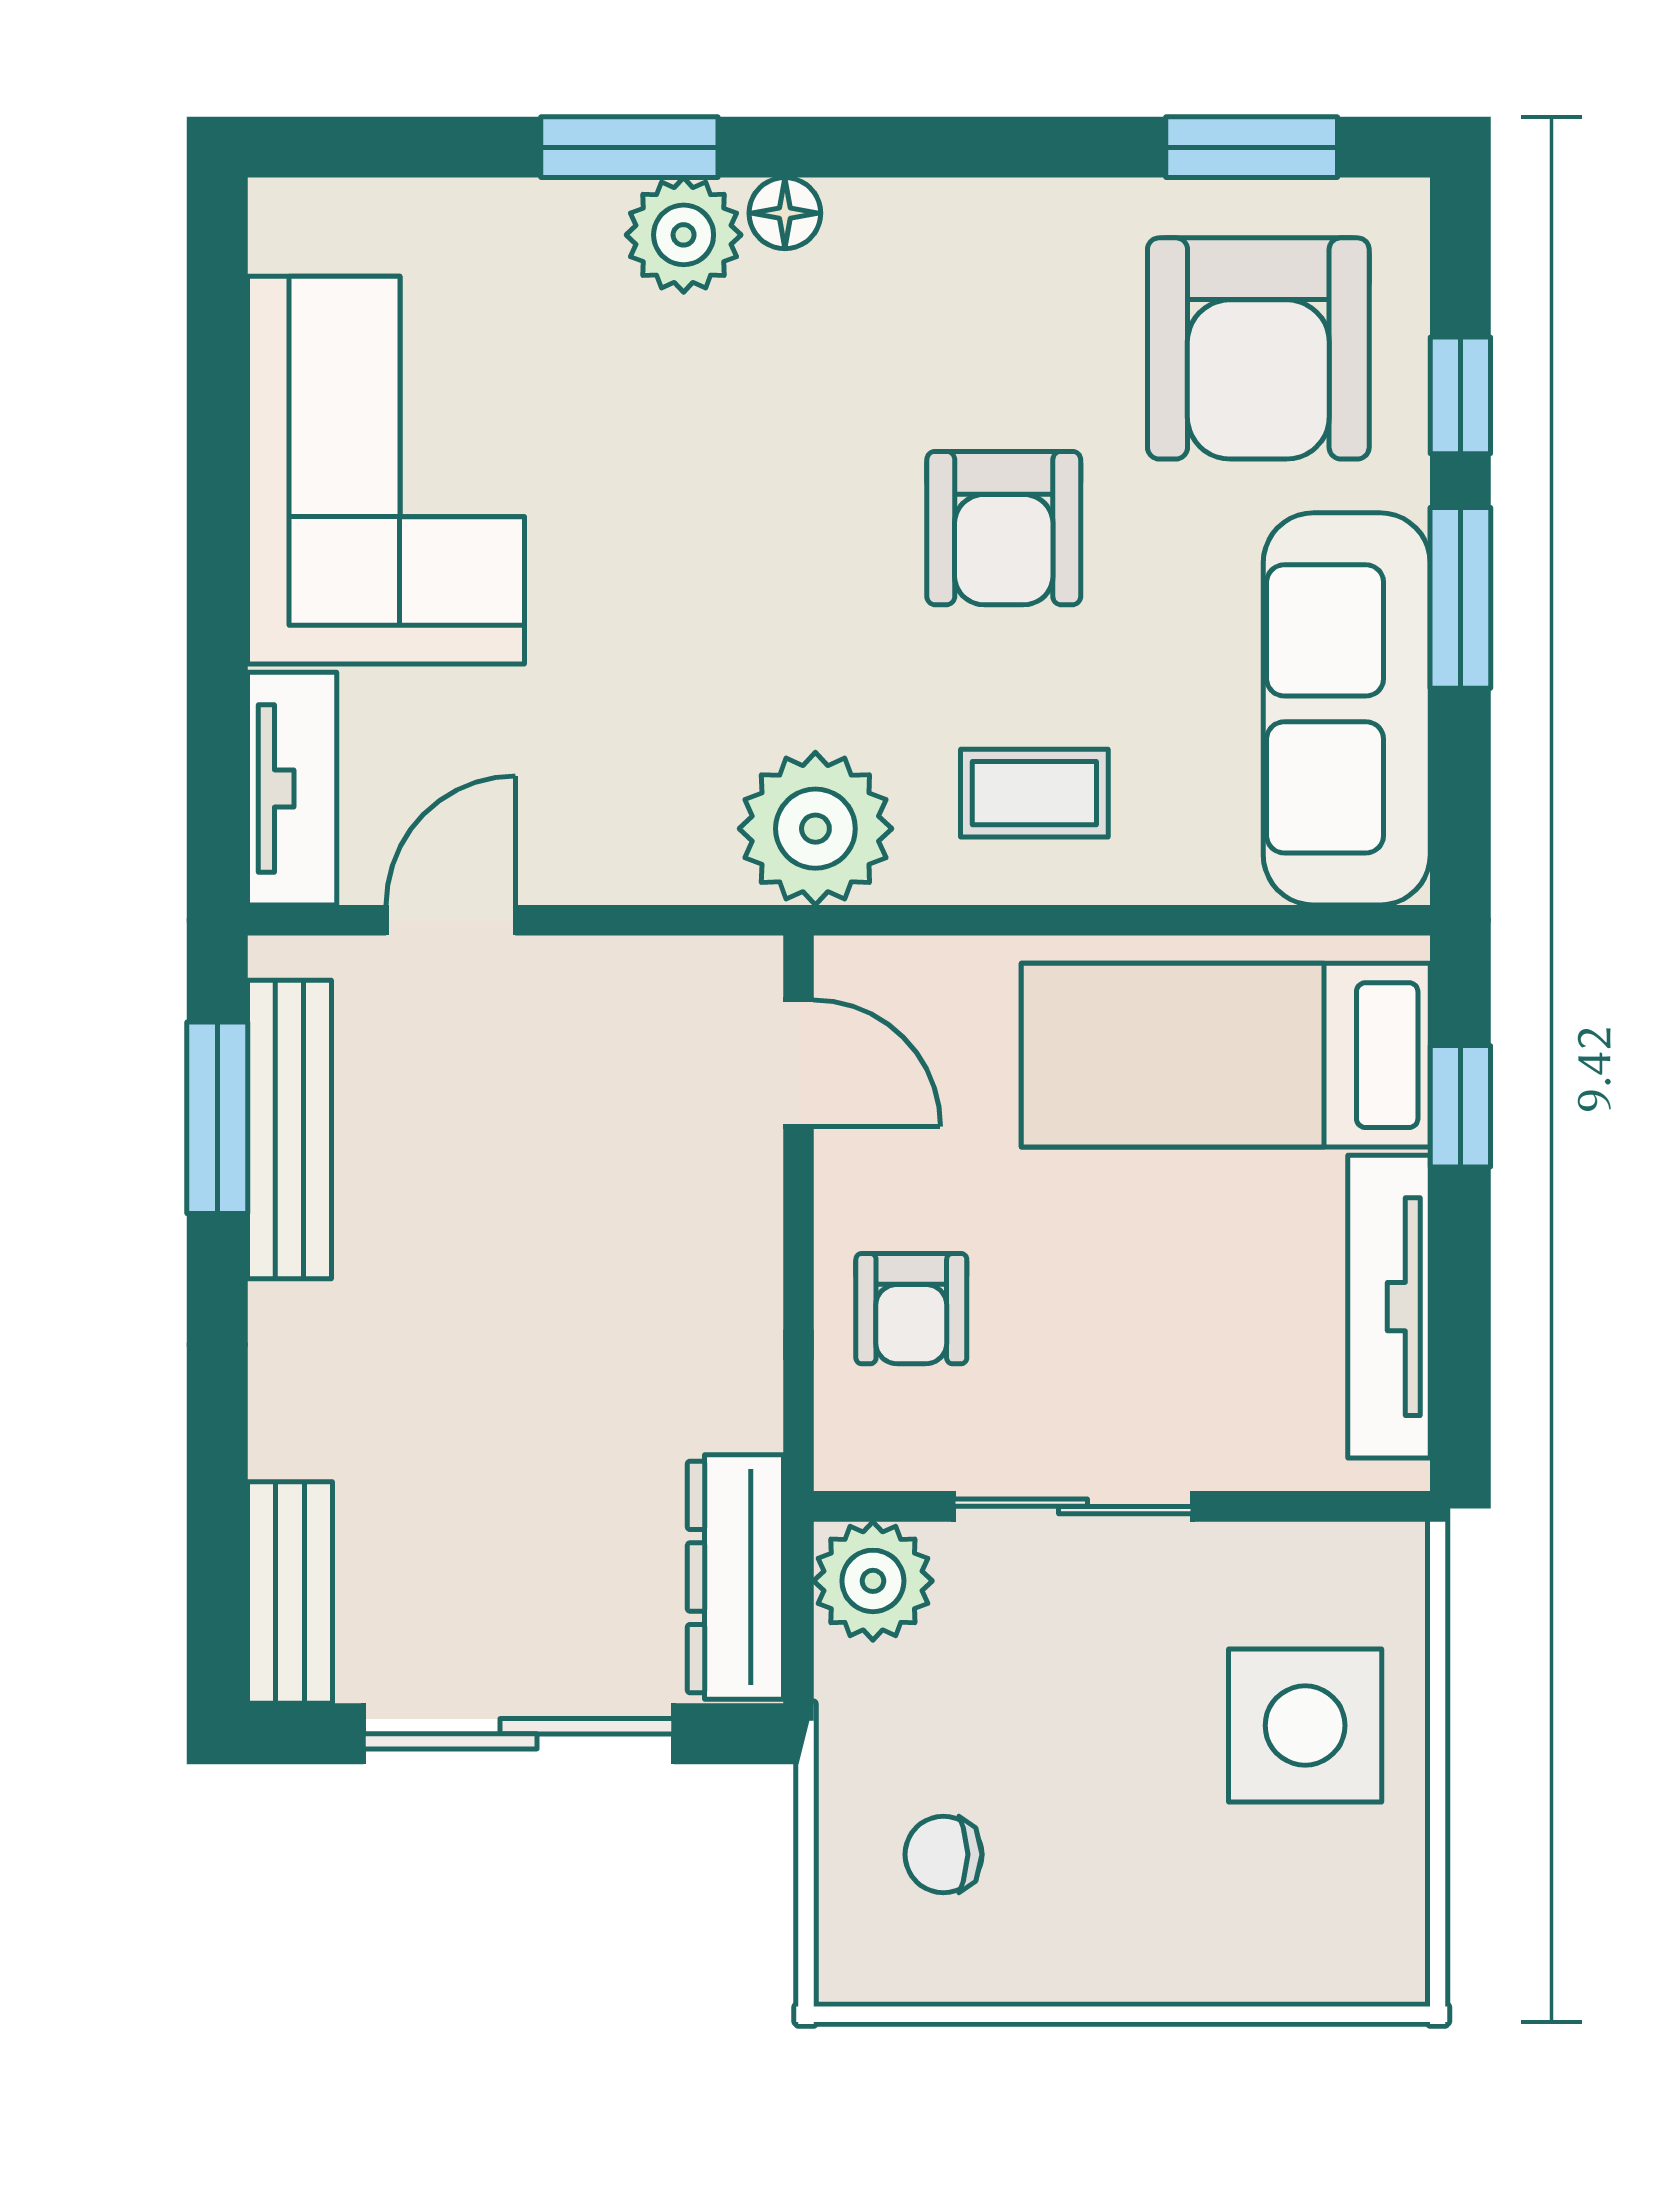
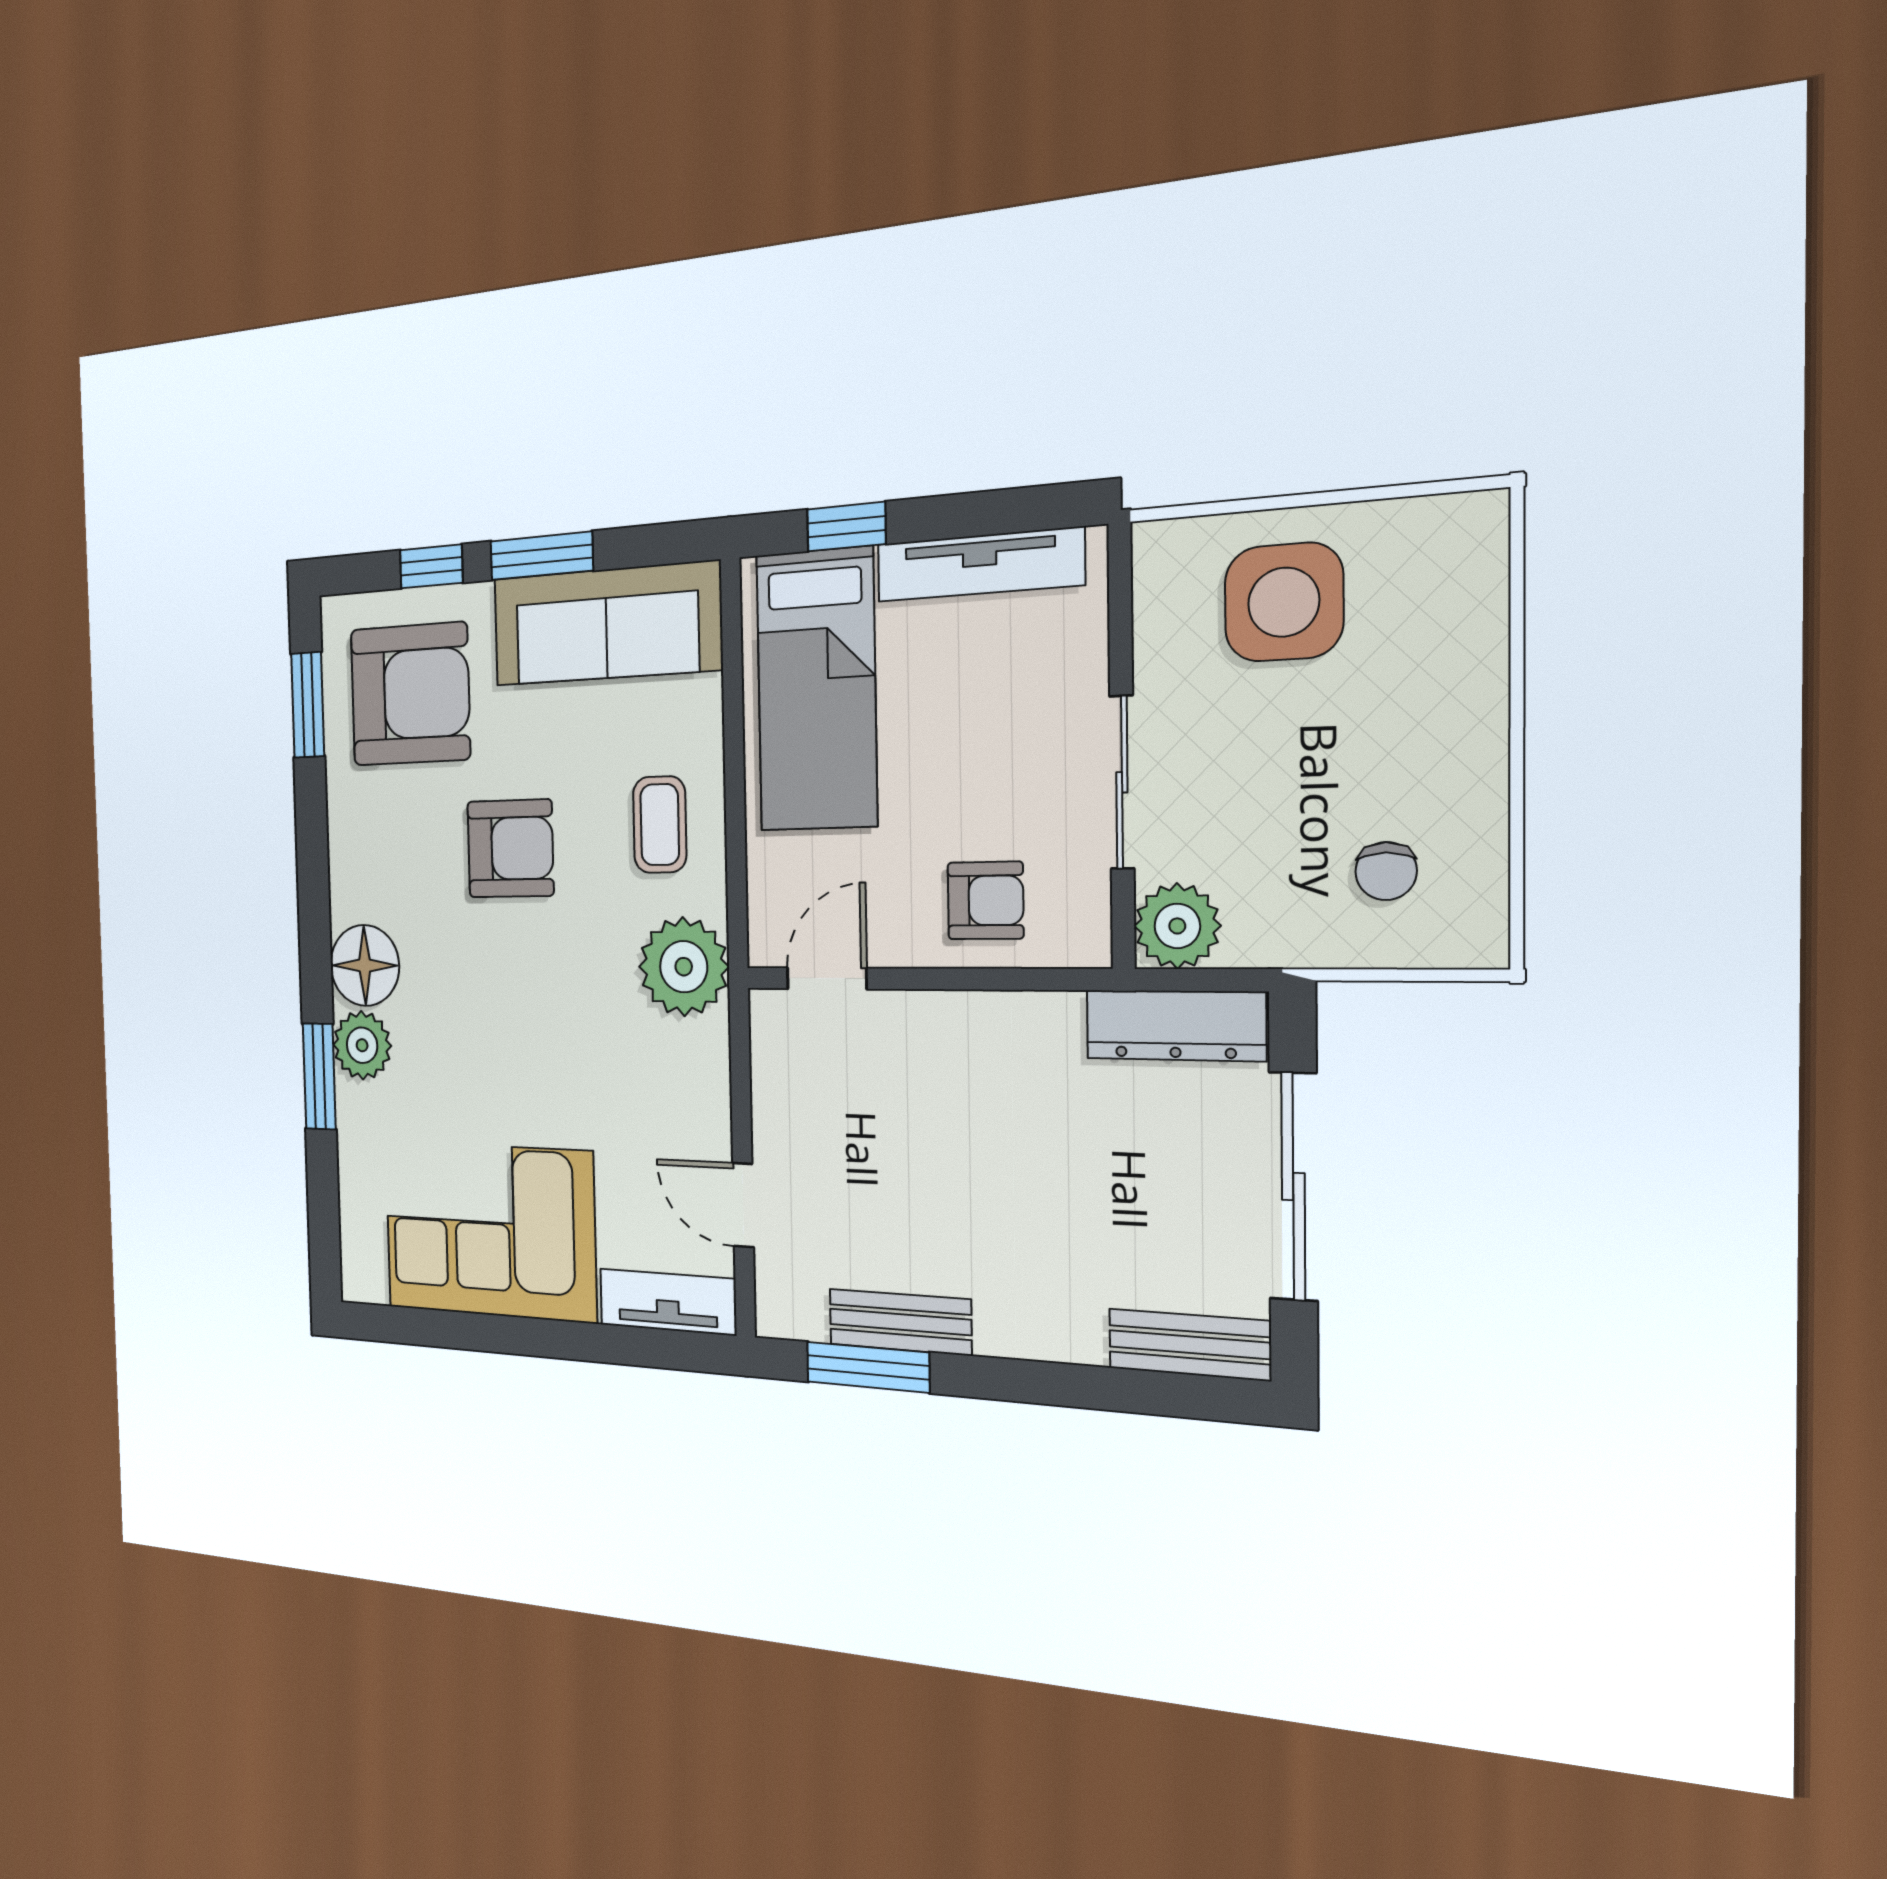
floor lamp: (785, 213) -> (365, 965), width x1.89, depth x1.89
bench: (289, 1130) -> (900, 1322), width x0.73

